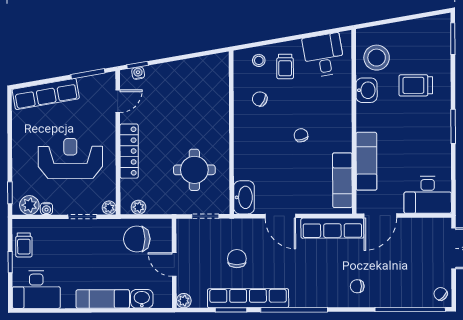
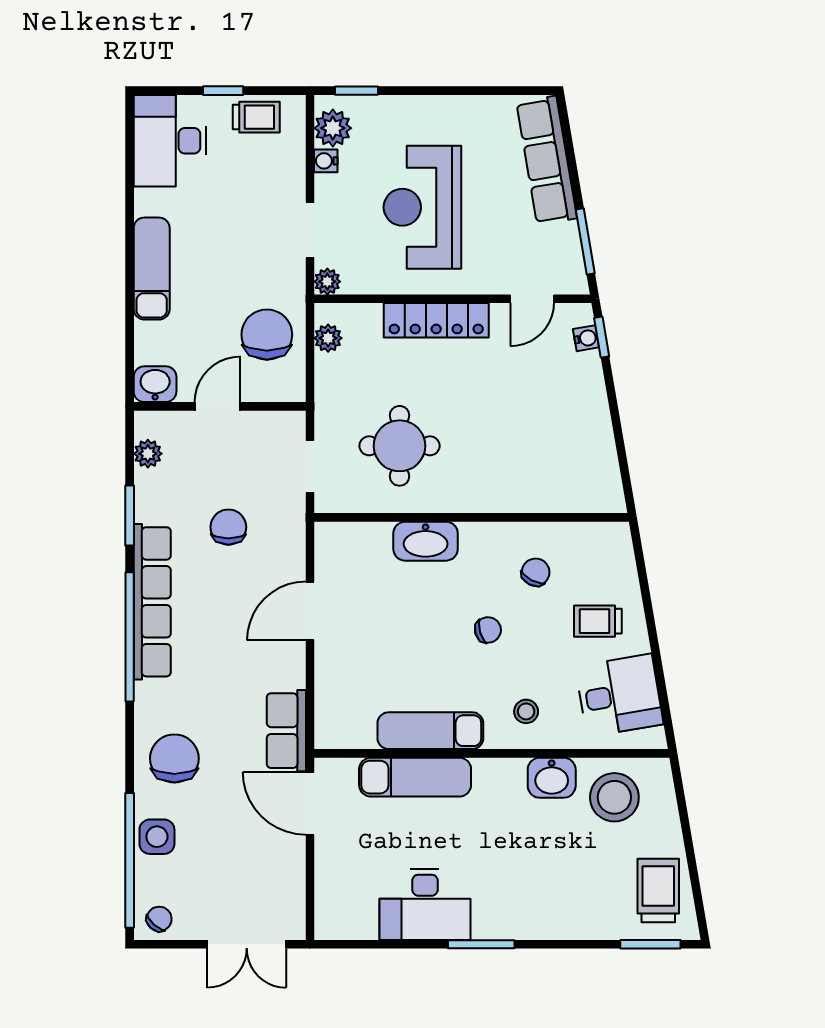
stool: (259, 60) -> (526, 711), moved
trolley: (416, 85) -> (658, 891), moved
door: (118, 101) -> (532, 299), hinge flipped
chair: (301, 135) -> (488, 630), moved
reception desk: (70, 158) -> (422, 207), turned 180
exam couch: (342, 180) -> (430, 731), moved
desk: (428, 195) -> (425, 904), moved, turned -90
washbasin: (244, 197) -> (426, 541), moved
row of seats: (332, 228) -> (286, 731), width x0.68
trolley: (24, 245) -> (256, 117), turned 180
chair: (237, 259) -> (228, 527), turned -90
chair: (357, 286) -> (174, 758), width x1.87, depth x1.87
side table: (398, 295) -> (157, 837), added
row of seats: (248, 298) -> (152, 602), moved
washbasin: (142, 299) -> (155, 384), moved, turned -90
plant: (184, 301) -> (148, 454), moved

